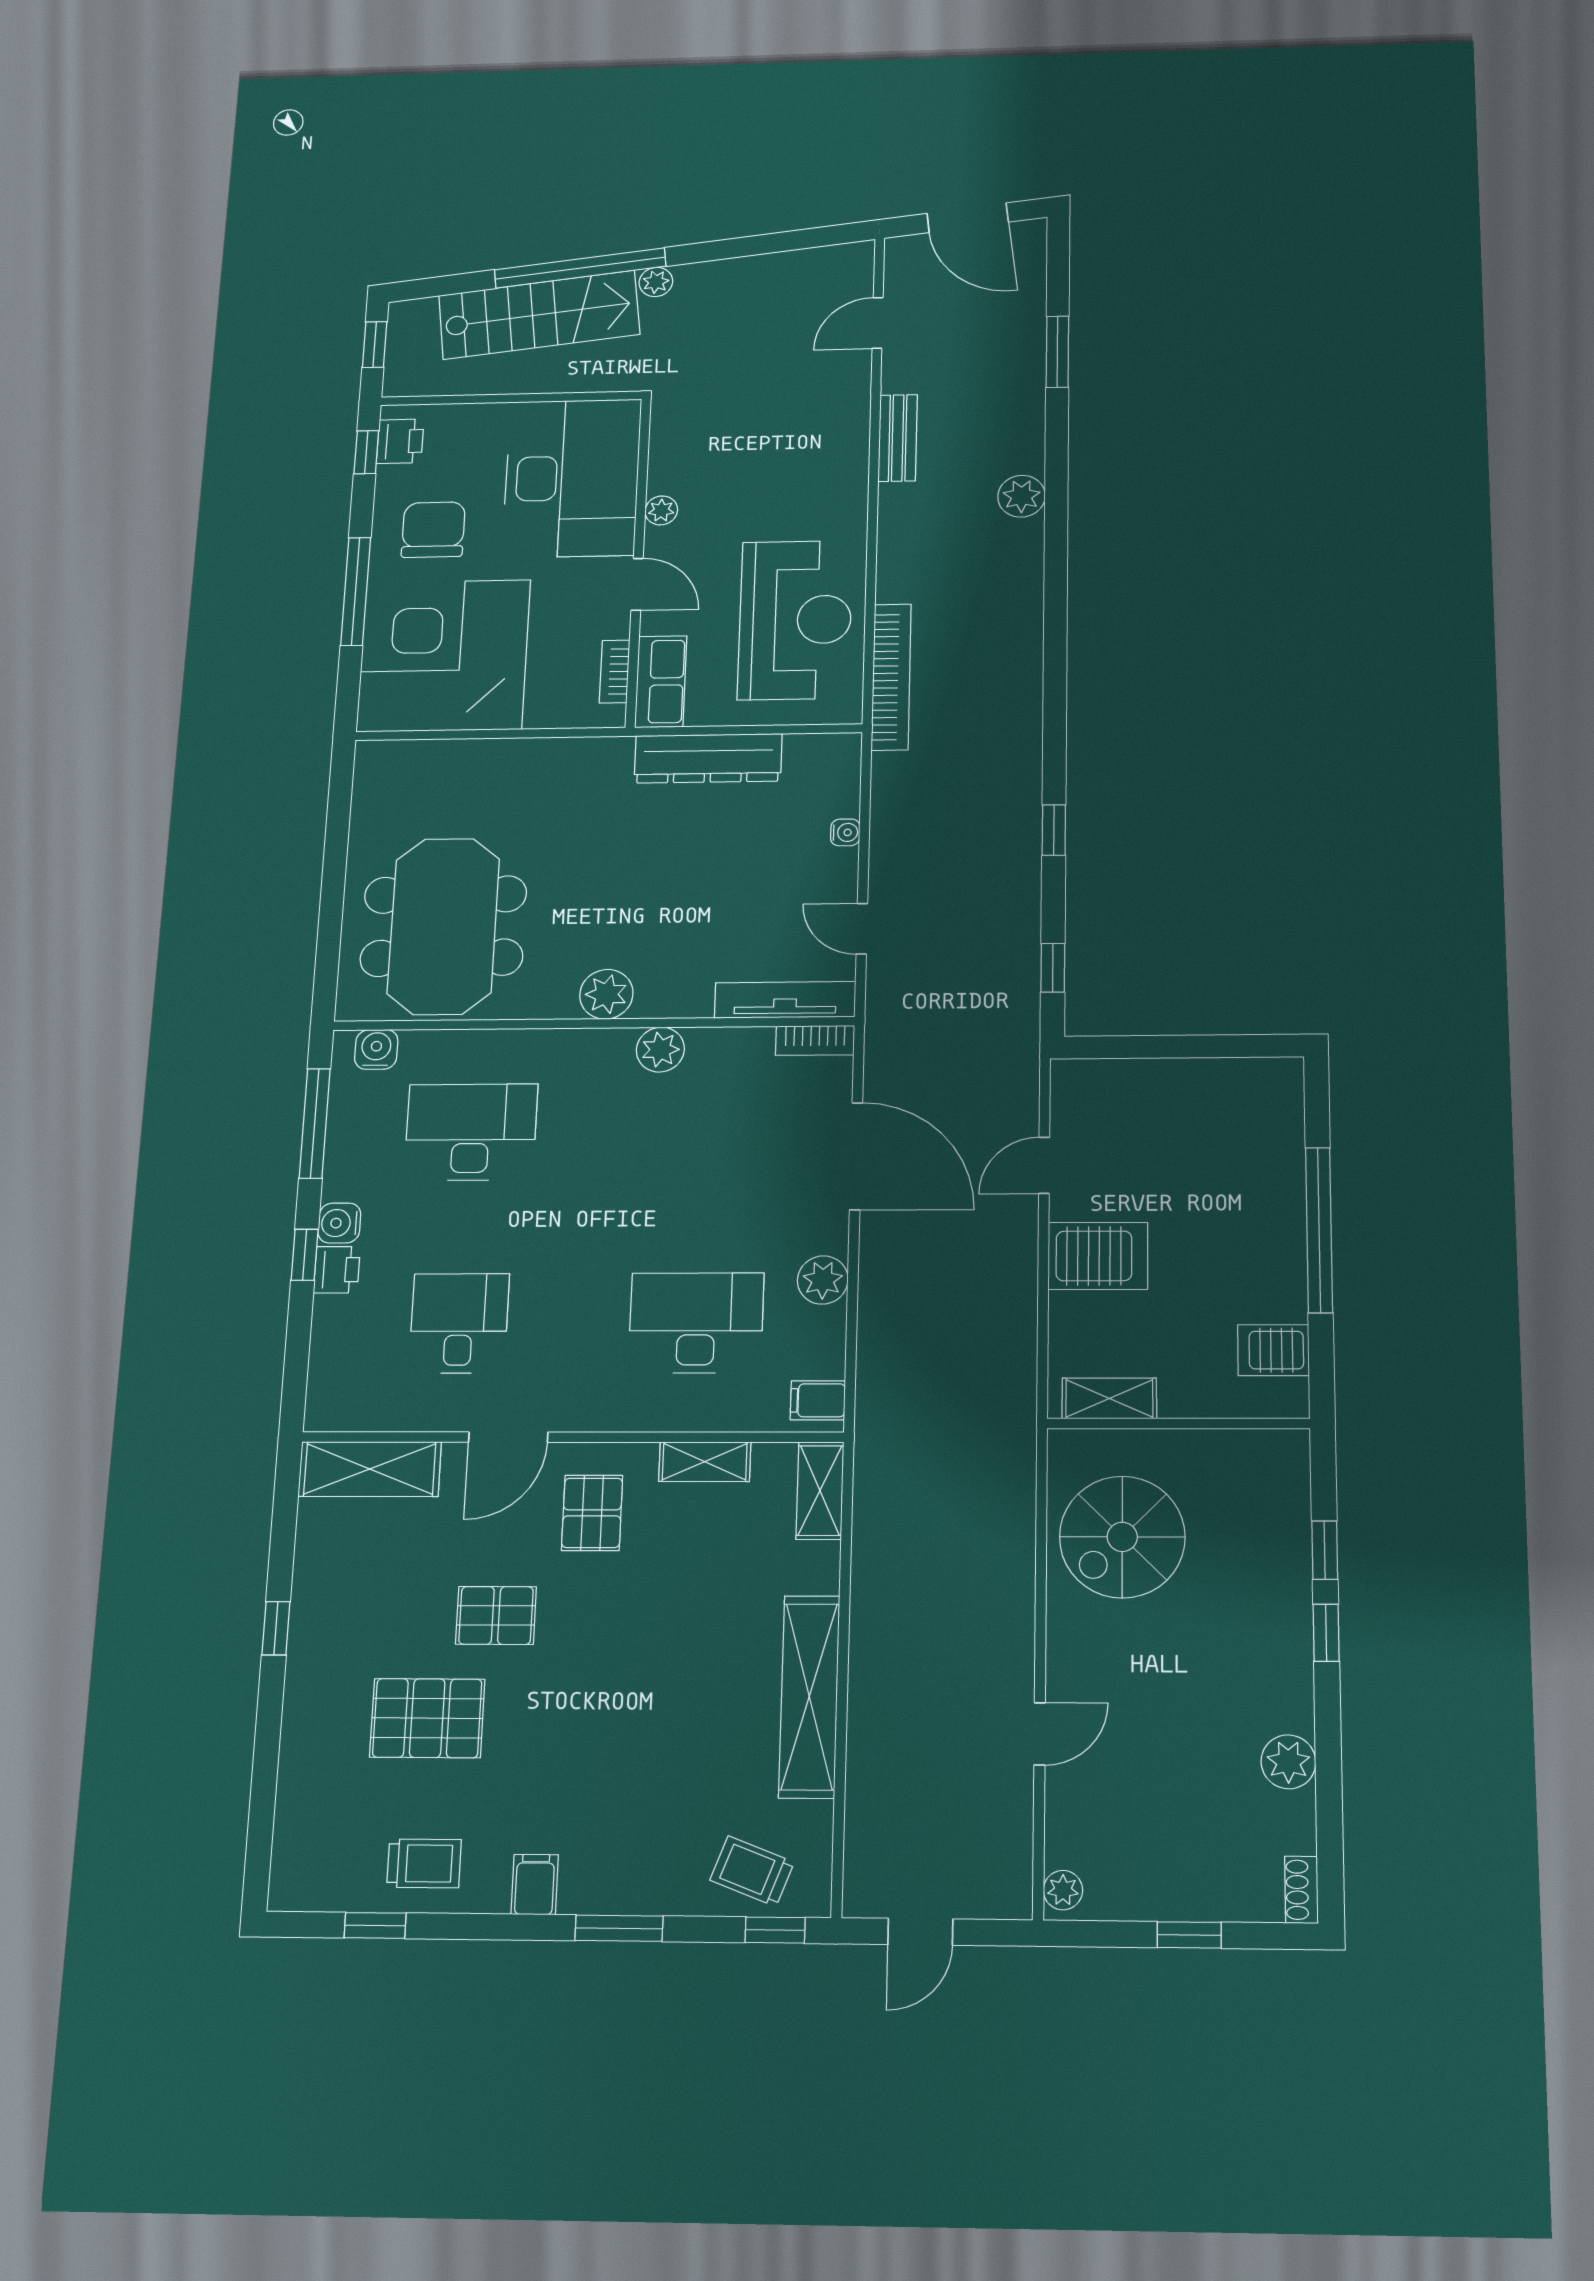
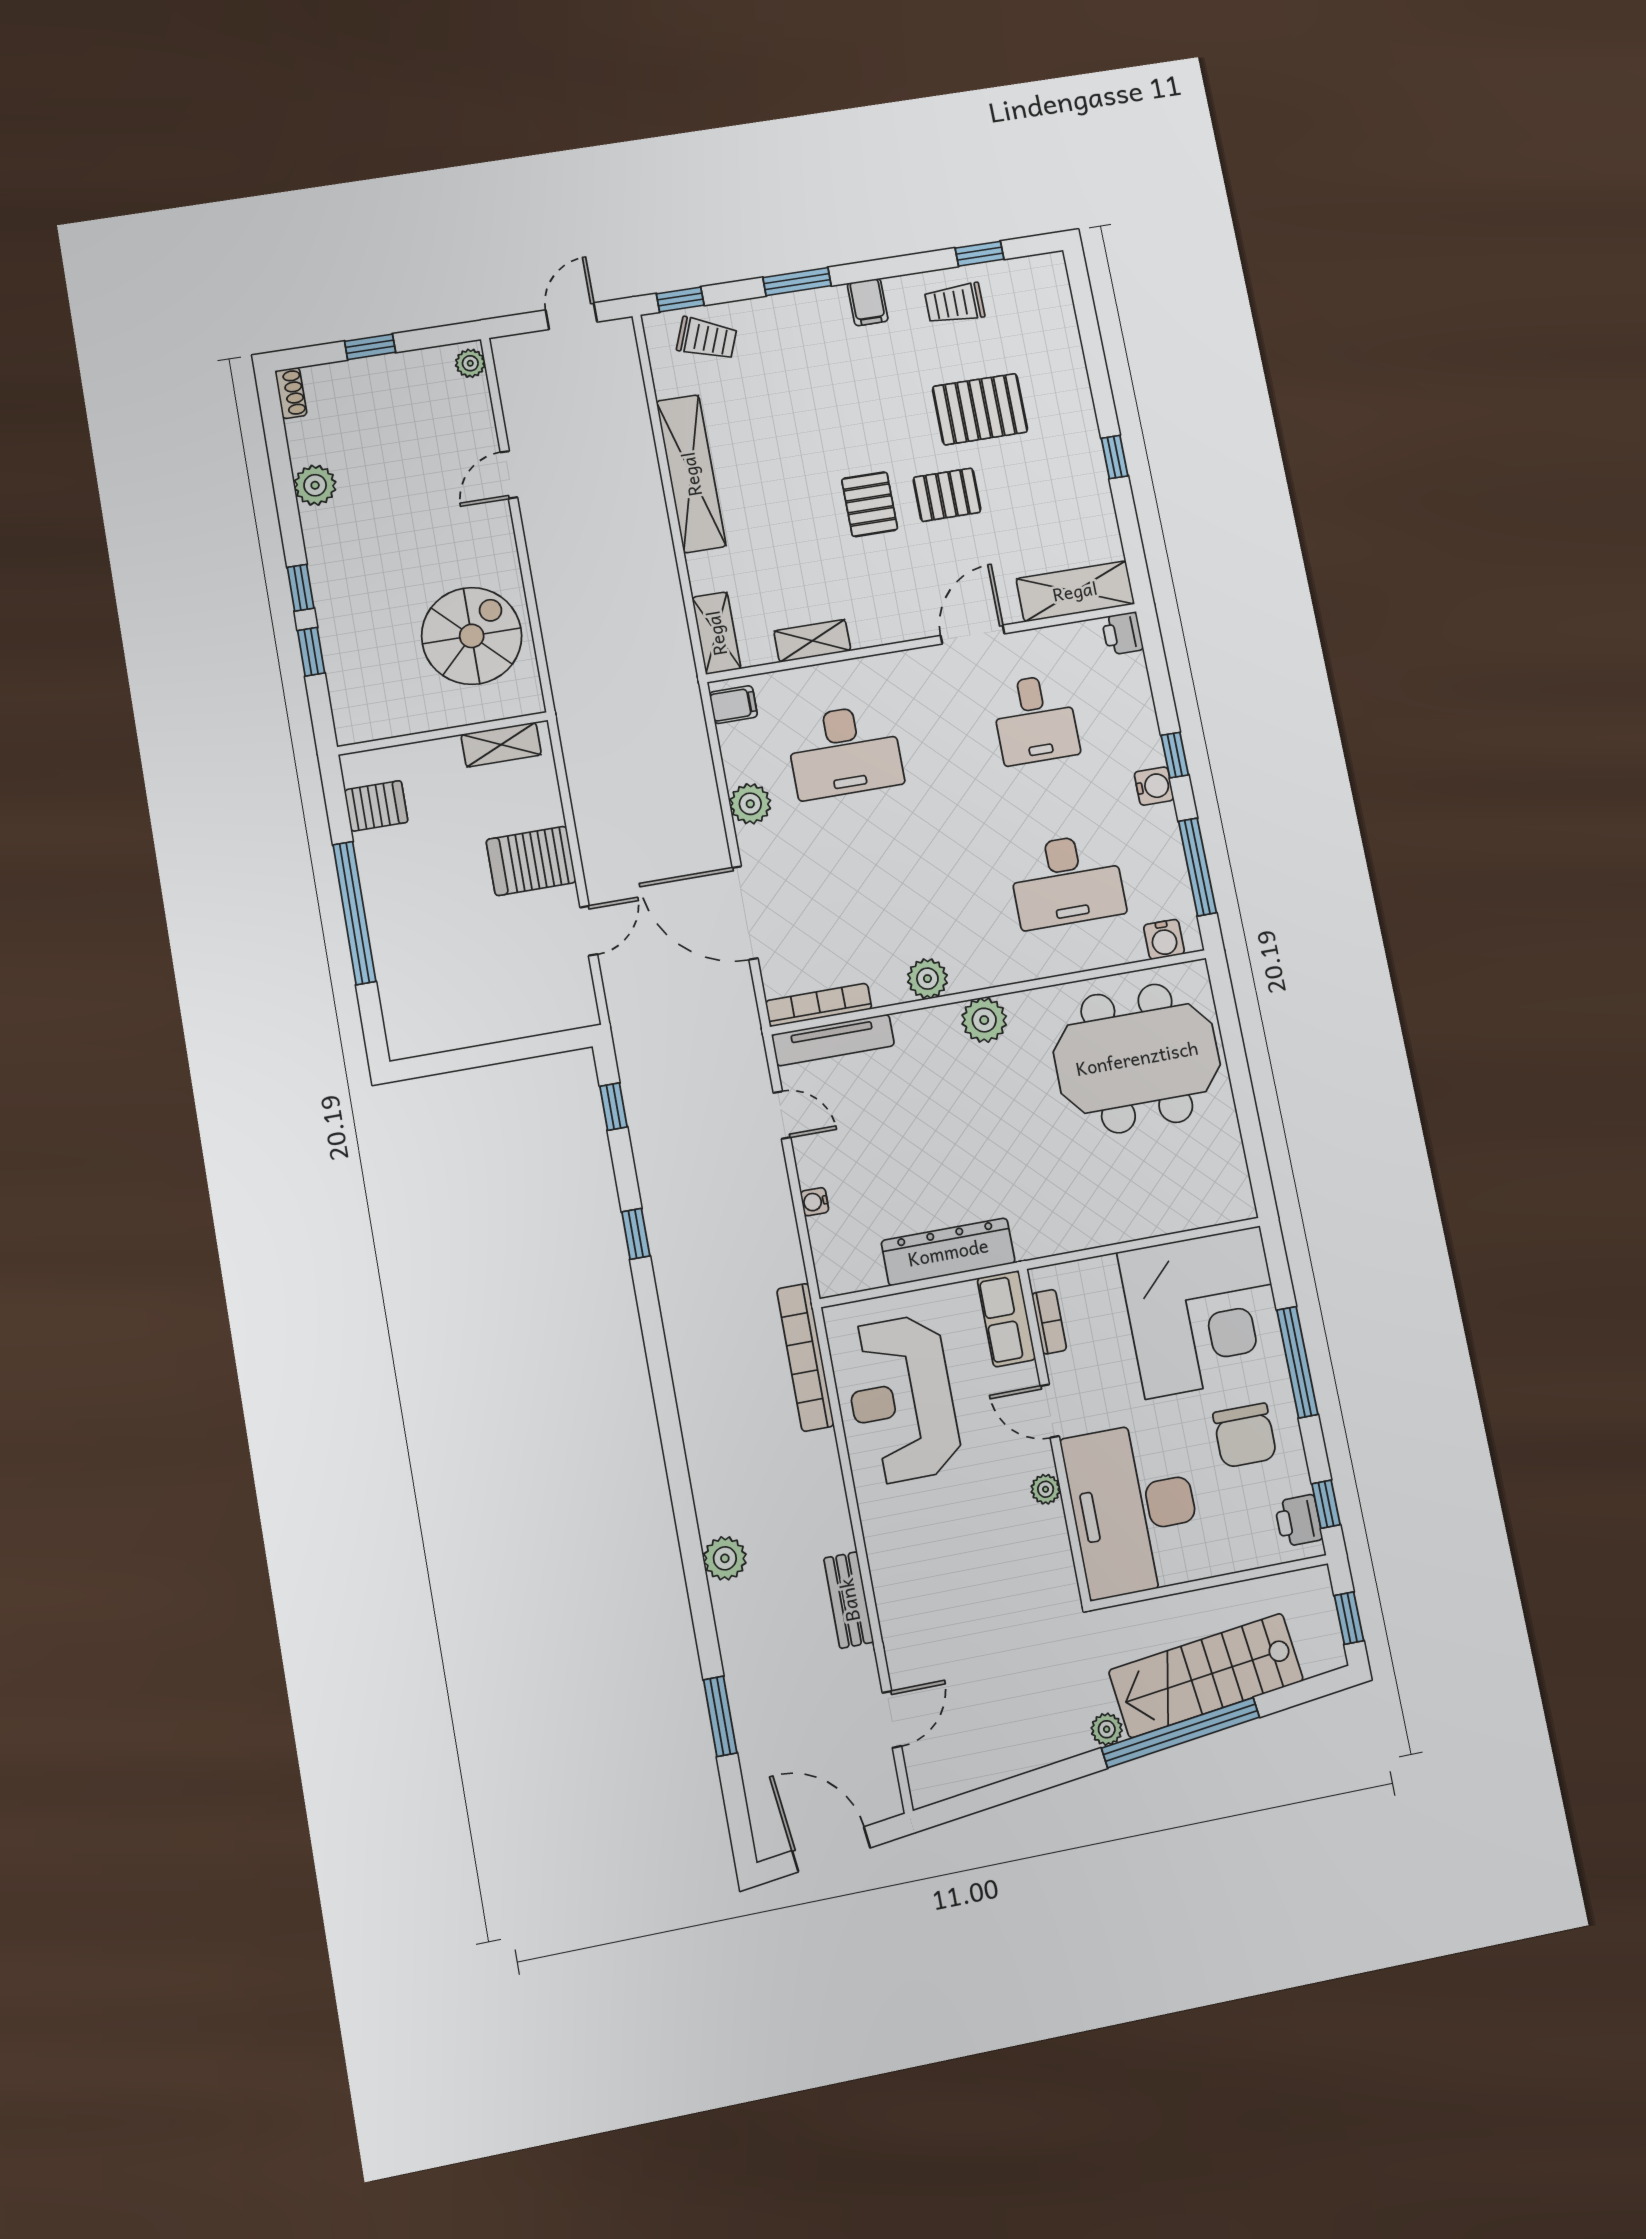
meeting table: (443, 926) -> (1137, 1058), turned 90
bookcase: (815, 1040) -> (819, 1005), width x1.56
printer: (337, 1270) -> (1122, 633), moved
pallet: (592, 1513) -> (870, 504), moved

